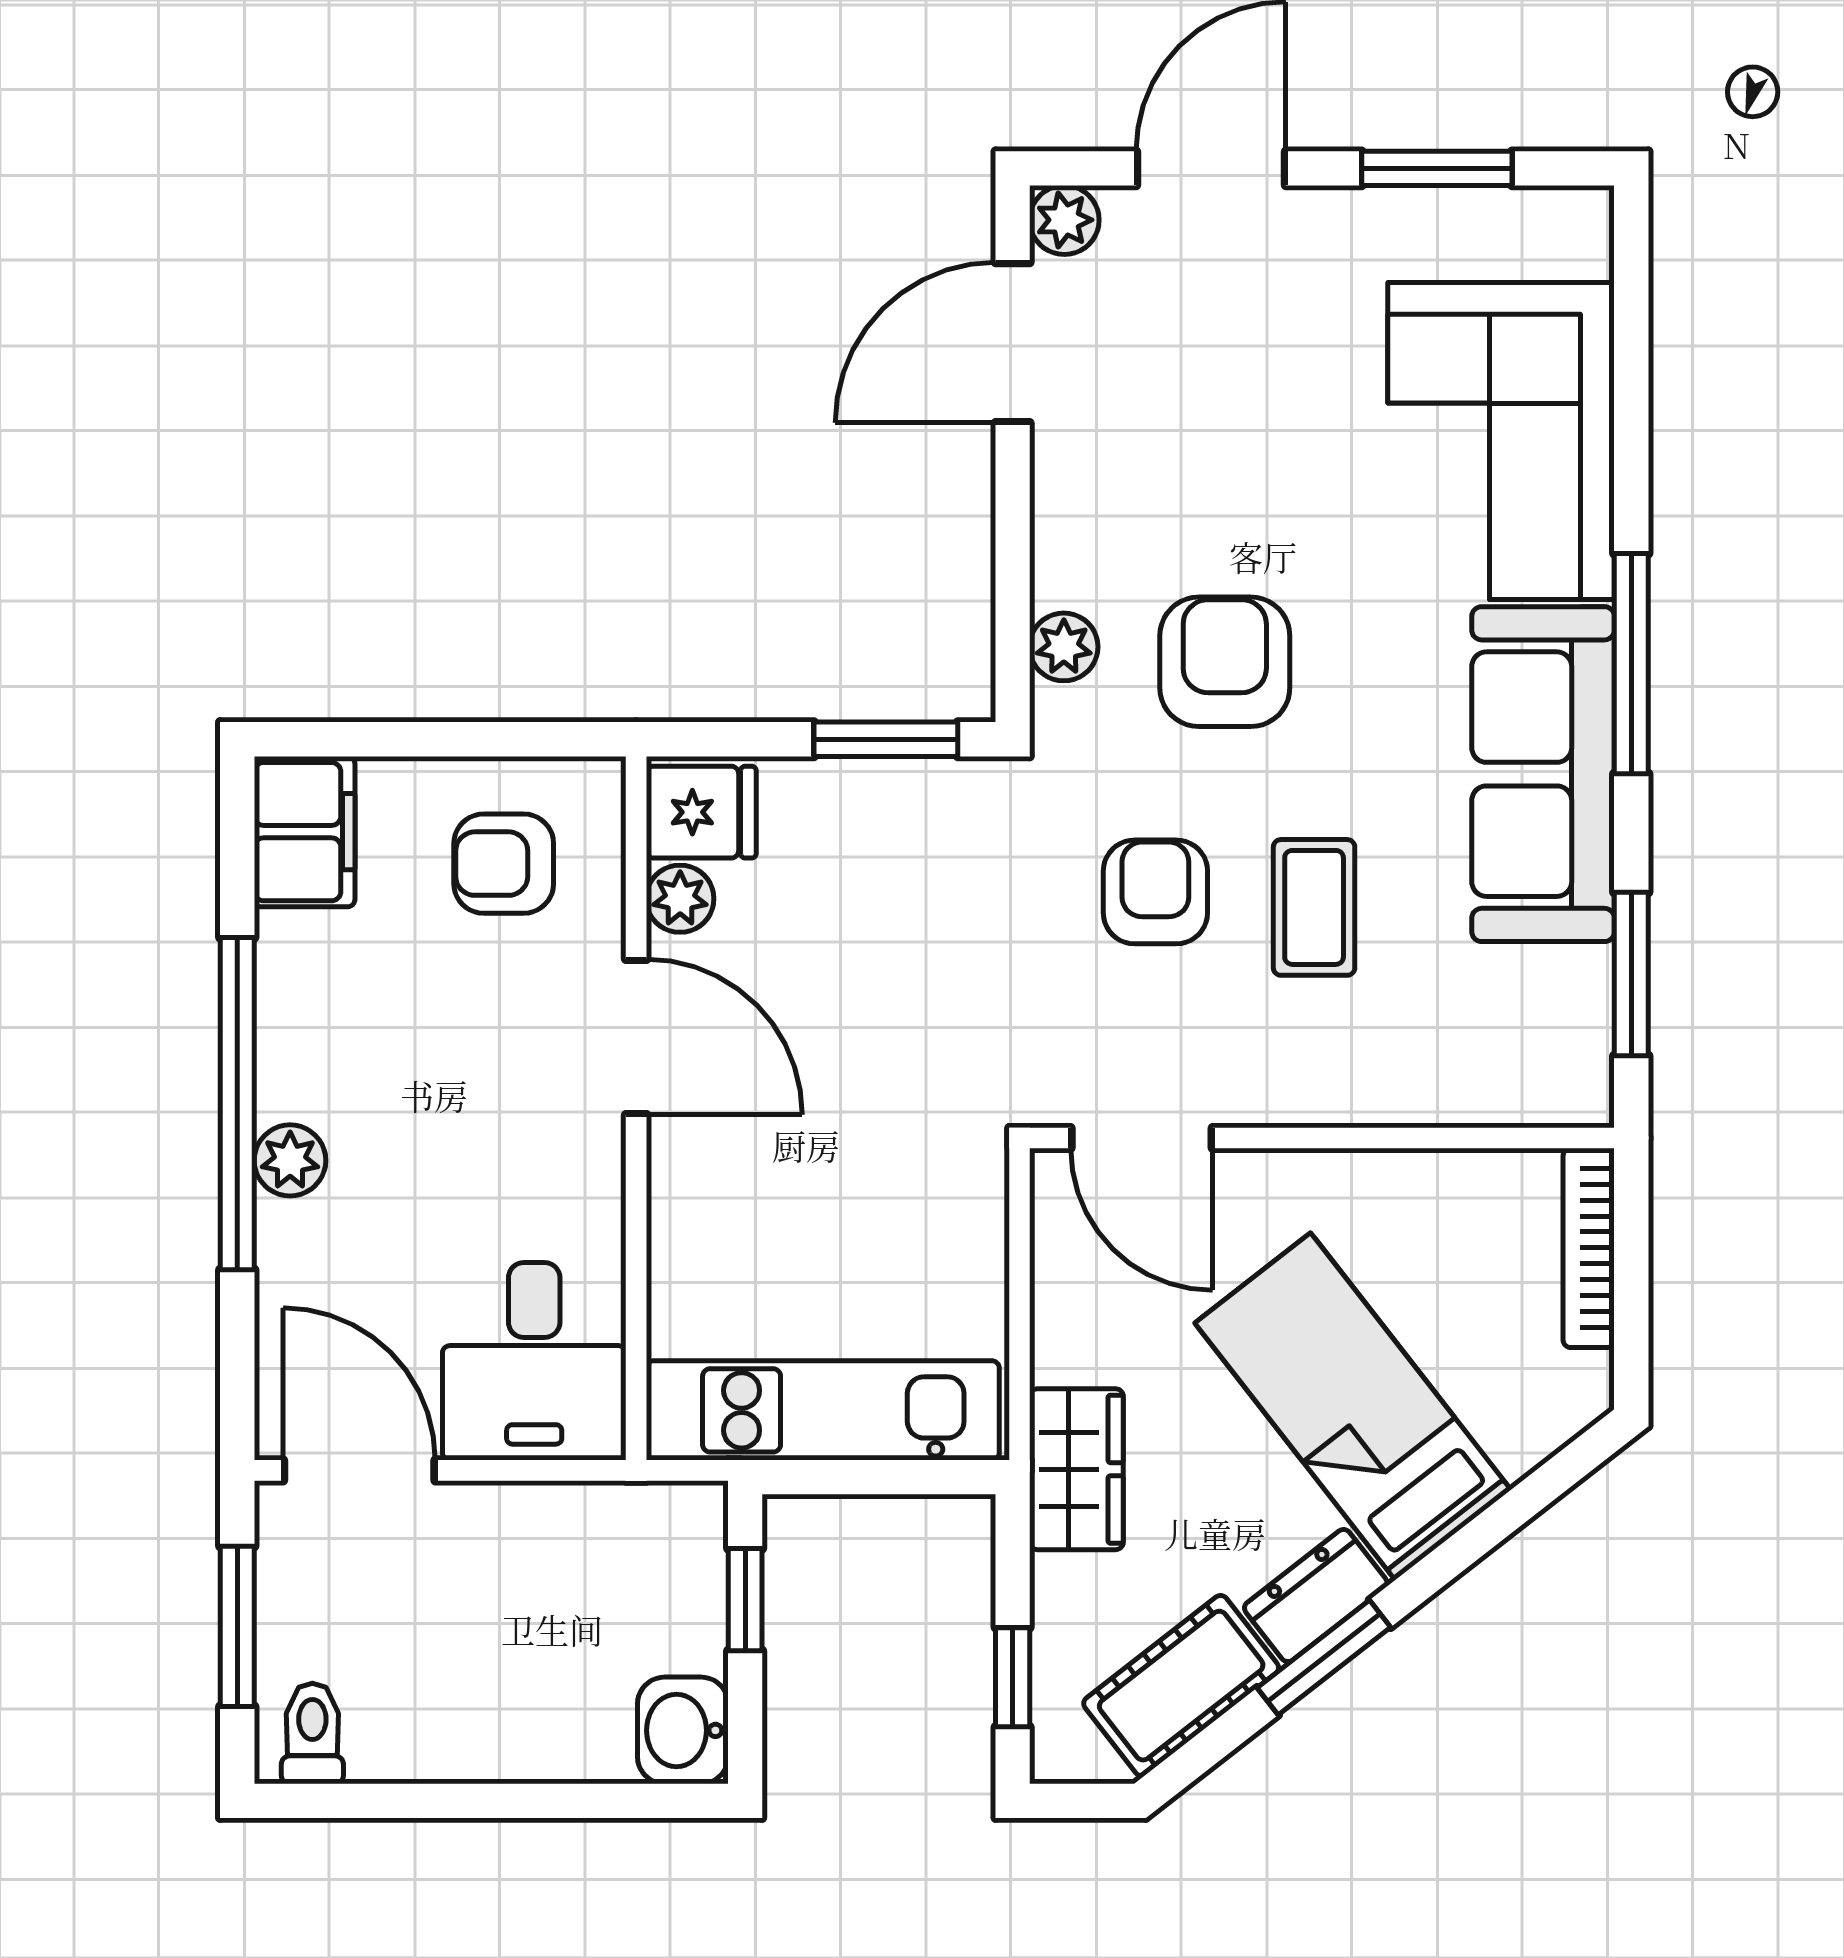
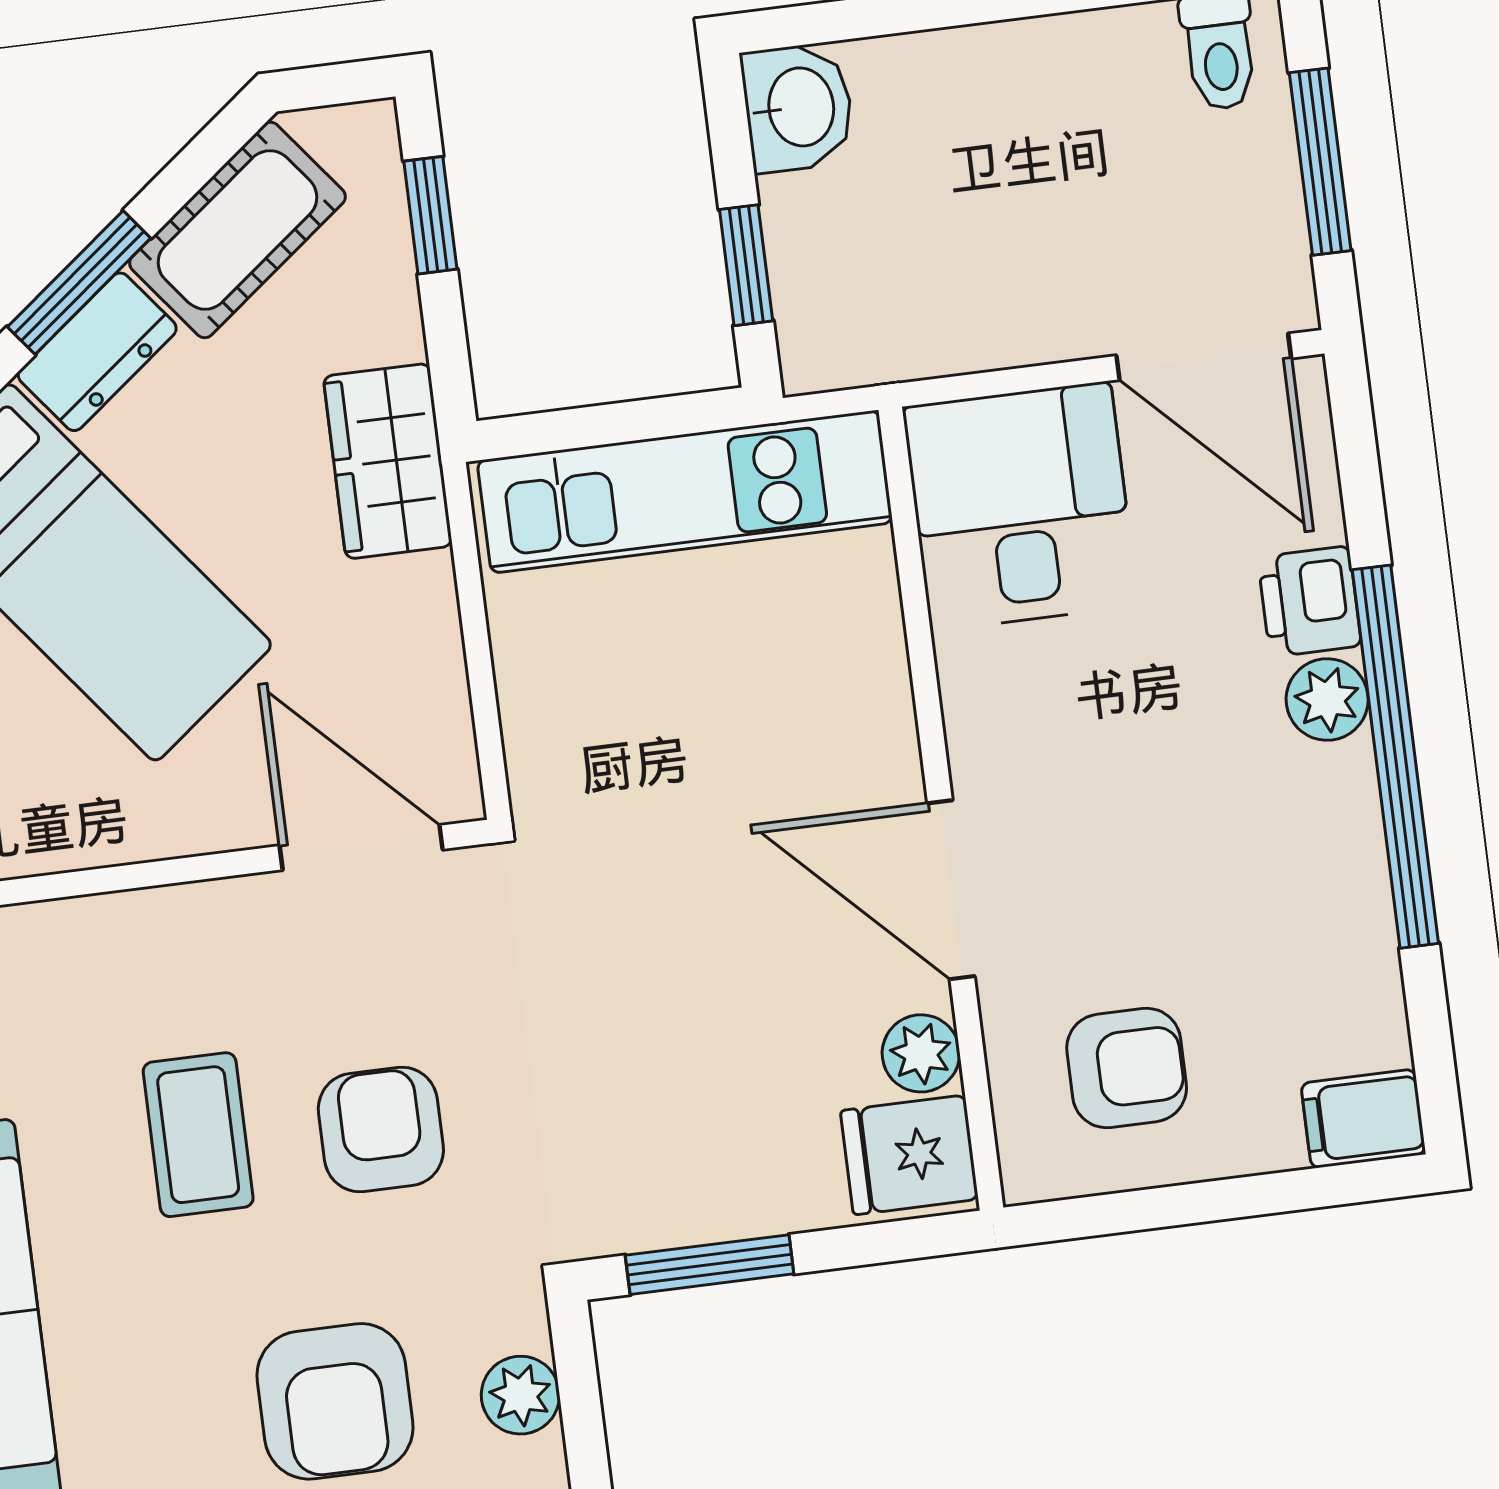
filing cabinet: (305, 832) -> (1363, 1119), width x0.50
armchair: (1155, 892) -> (381, 1129), turned 180
printer: (295, 1247) -> (1310, 601), added

